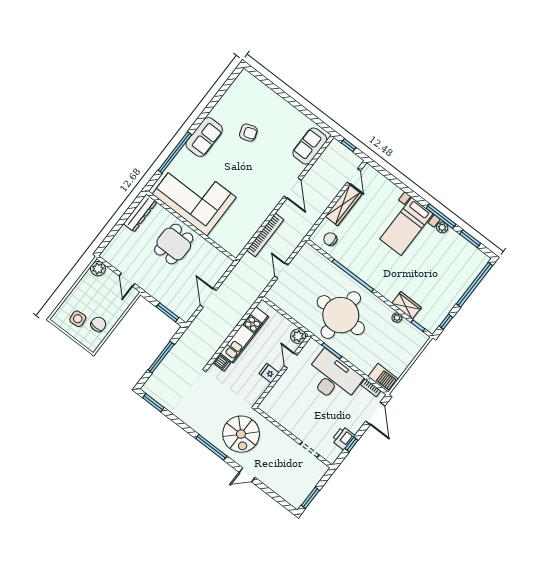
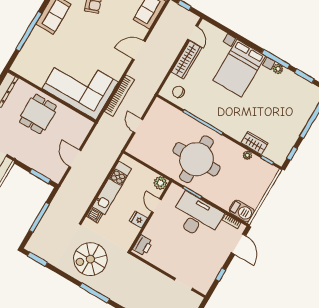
door: (293, 188) -> (139, 50), swing flipped
corner sofa: (194, 196) -> (80, 85), moved
bed with nightstands: (406, 226) -> (239, 68), width x1.36
spiral stairs: (241, 434) -> (90, 259), moved, turned 90
printer: (343, 438) -> (143, 246), moved, turned 180

